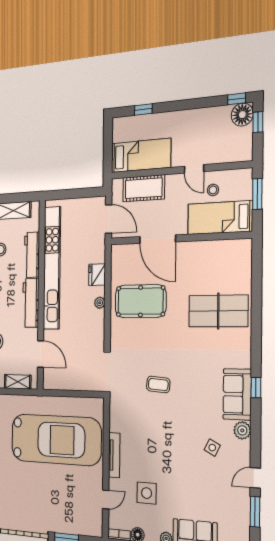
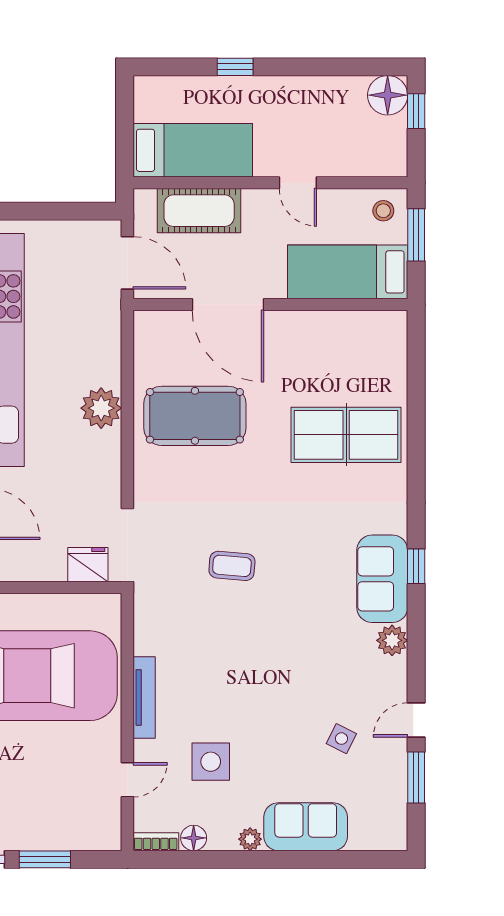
window: (237, 99) -> (377, 67), removed
window: (143, 110) -> (235, 67), moved
stool: (213, 190) -> (383, 211), moved
fridge: (97, 275) -> (88, 565), moved, turned 90
plant: (100, 303) -> (101, 408), width x1.88, depth x1.88
side table: (212, 448) -> (341, 739), moved

